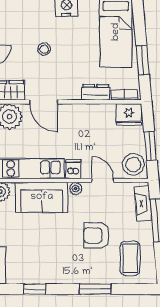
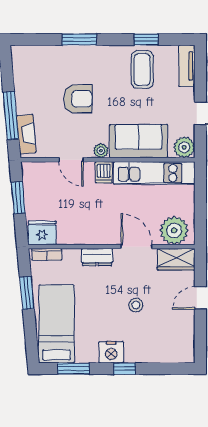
dresser: (96, 92) -> (97, 257), moved
stool: (133, 164) -> (37, 177), removed
coffee table: (130, 258) -> (142, 70), moved

